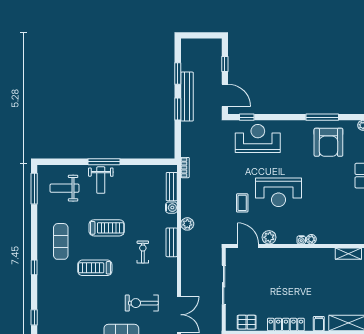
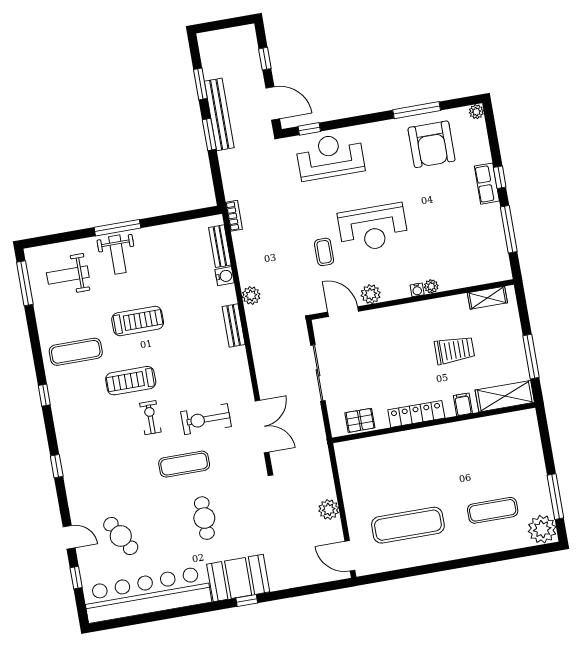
exercise mat: (61, 241) -> (76, 352), turned 90
exercise bike: (143, 252) -> (150, 418), moved
trolley: (320, 285) -> (454, 350), added

